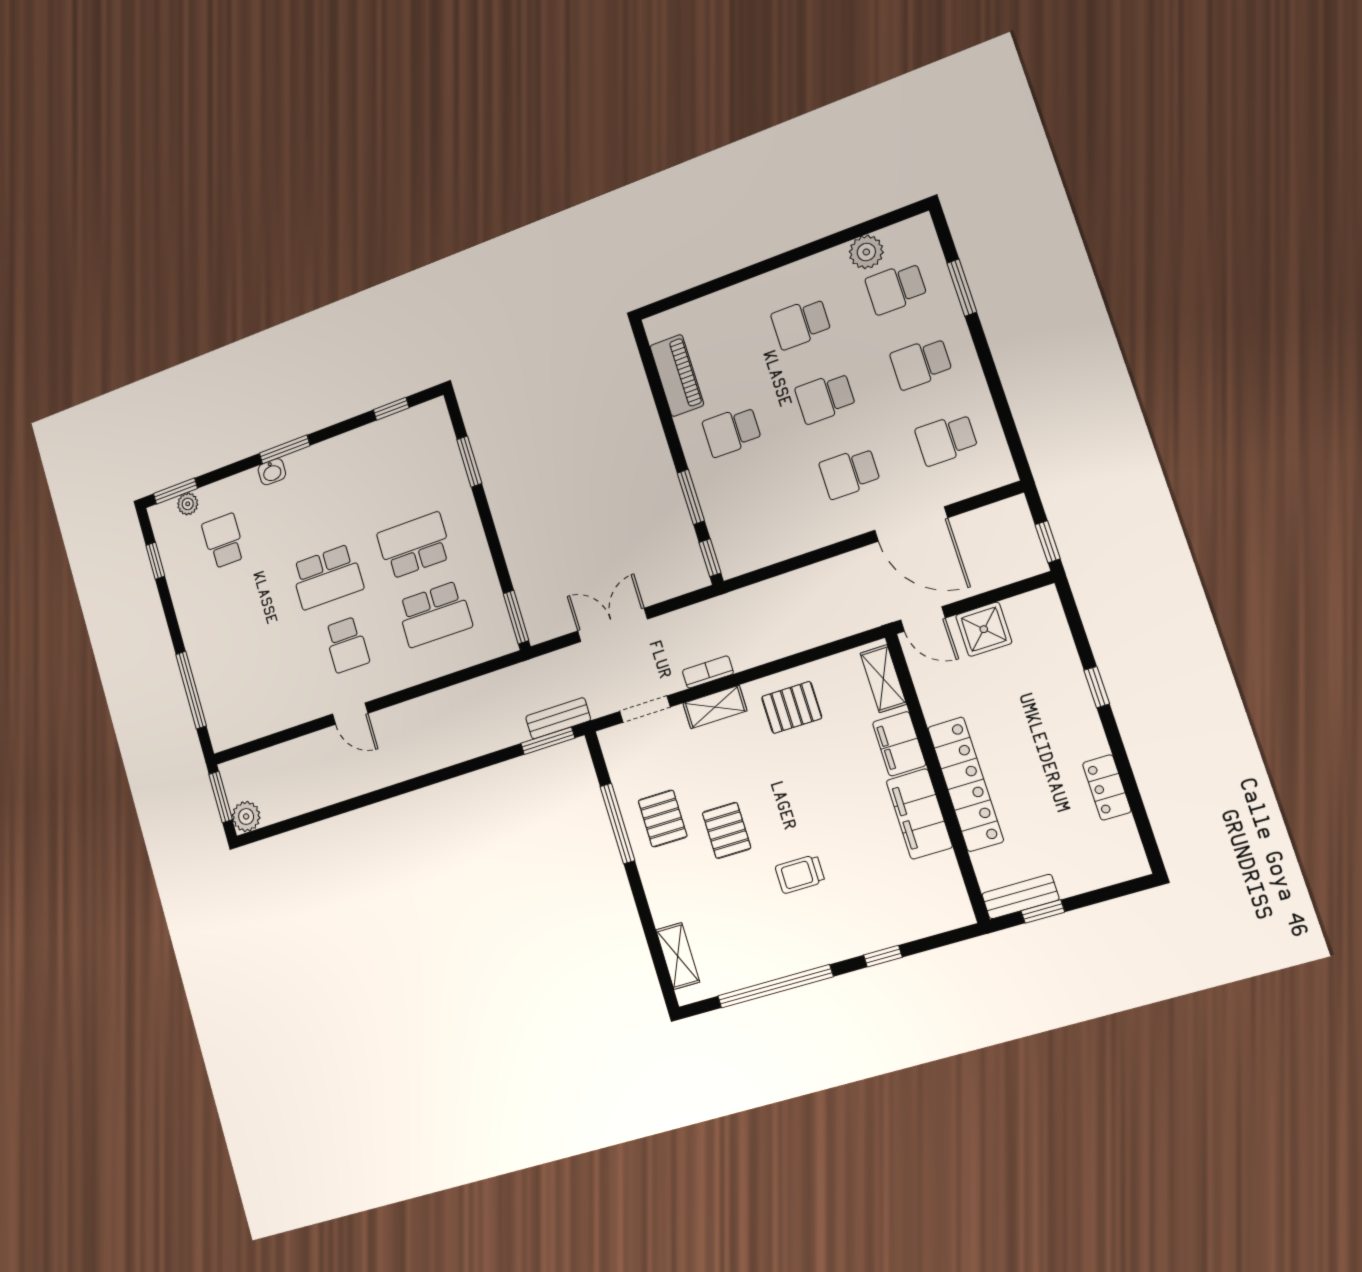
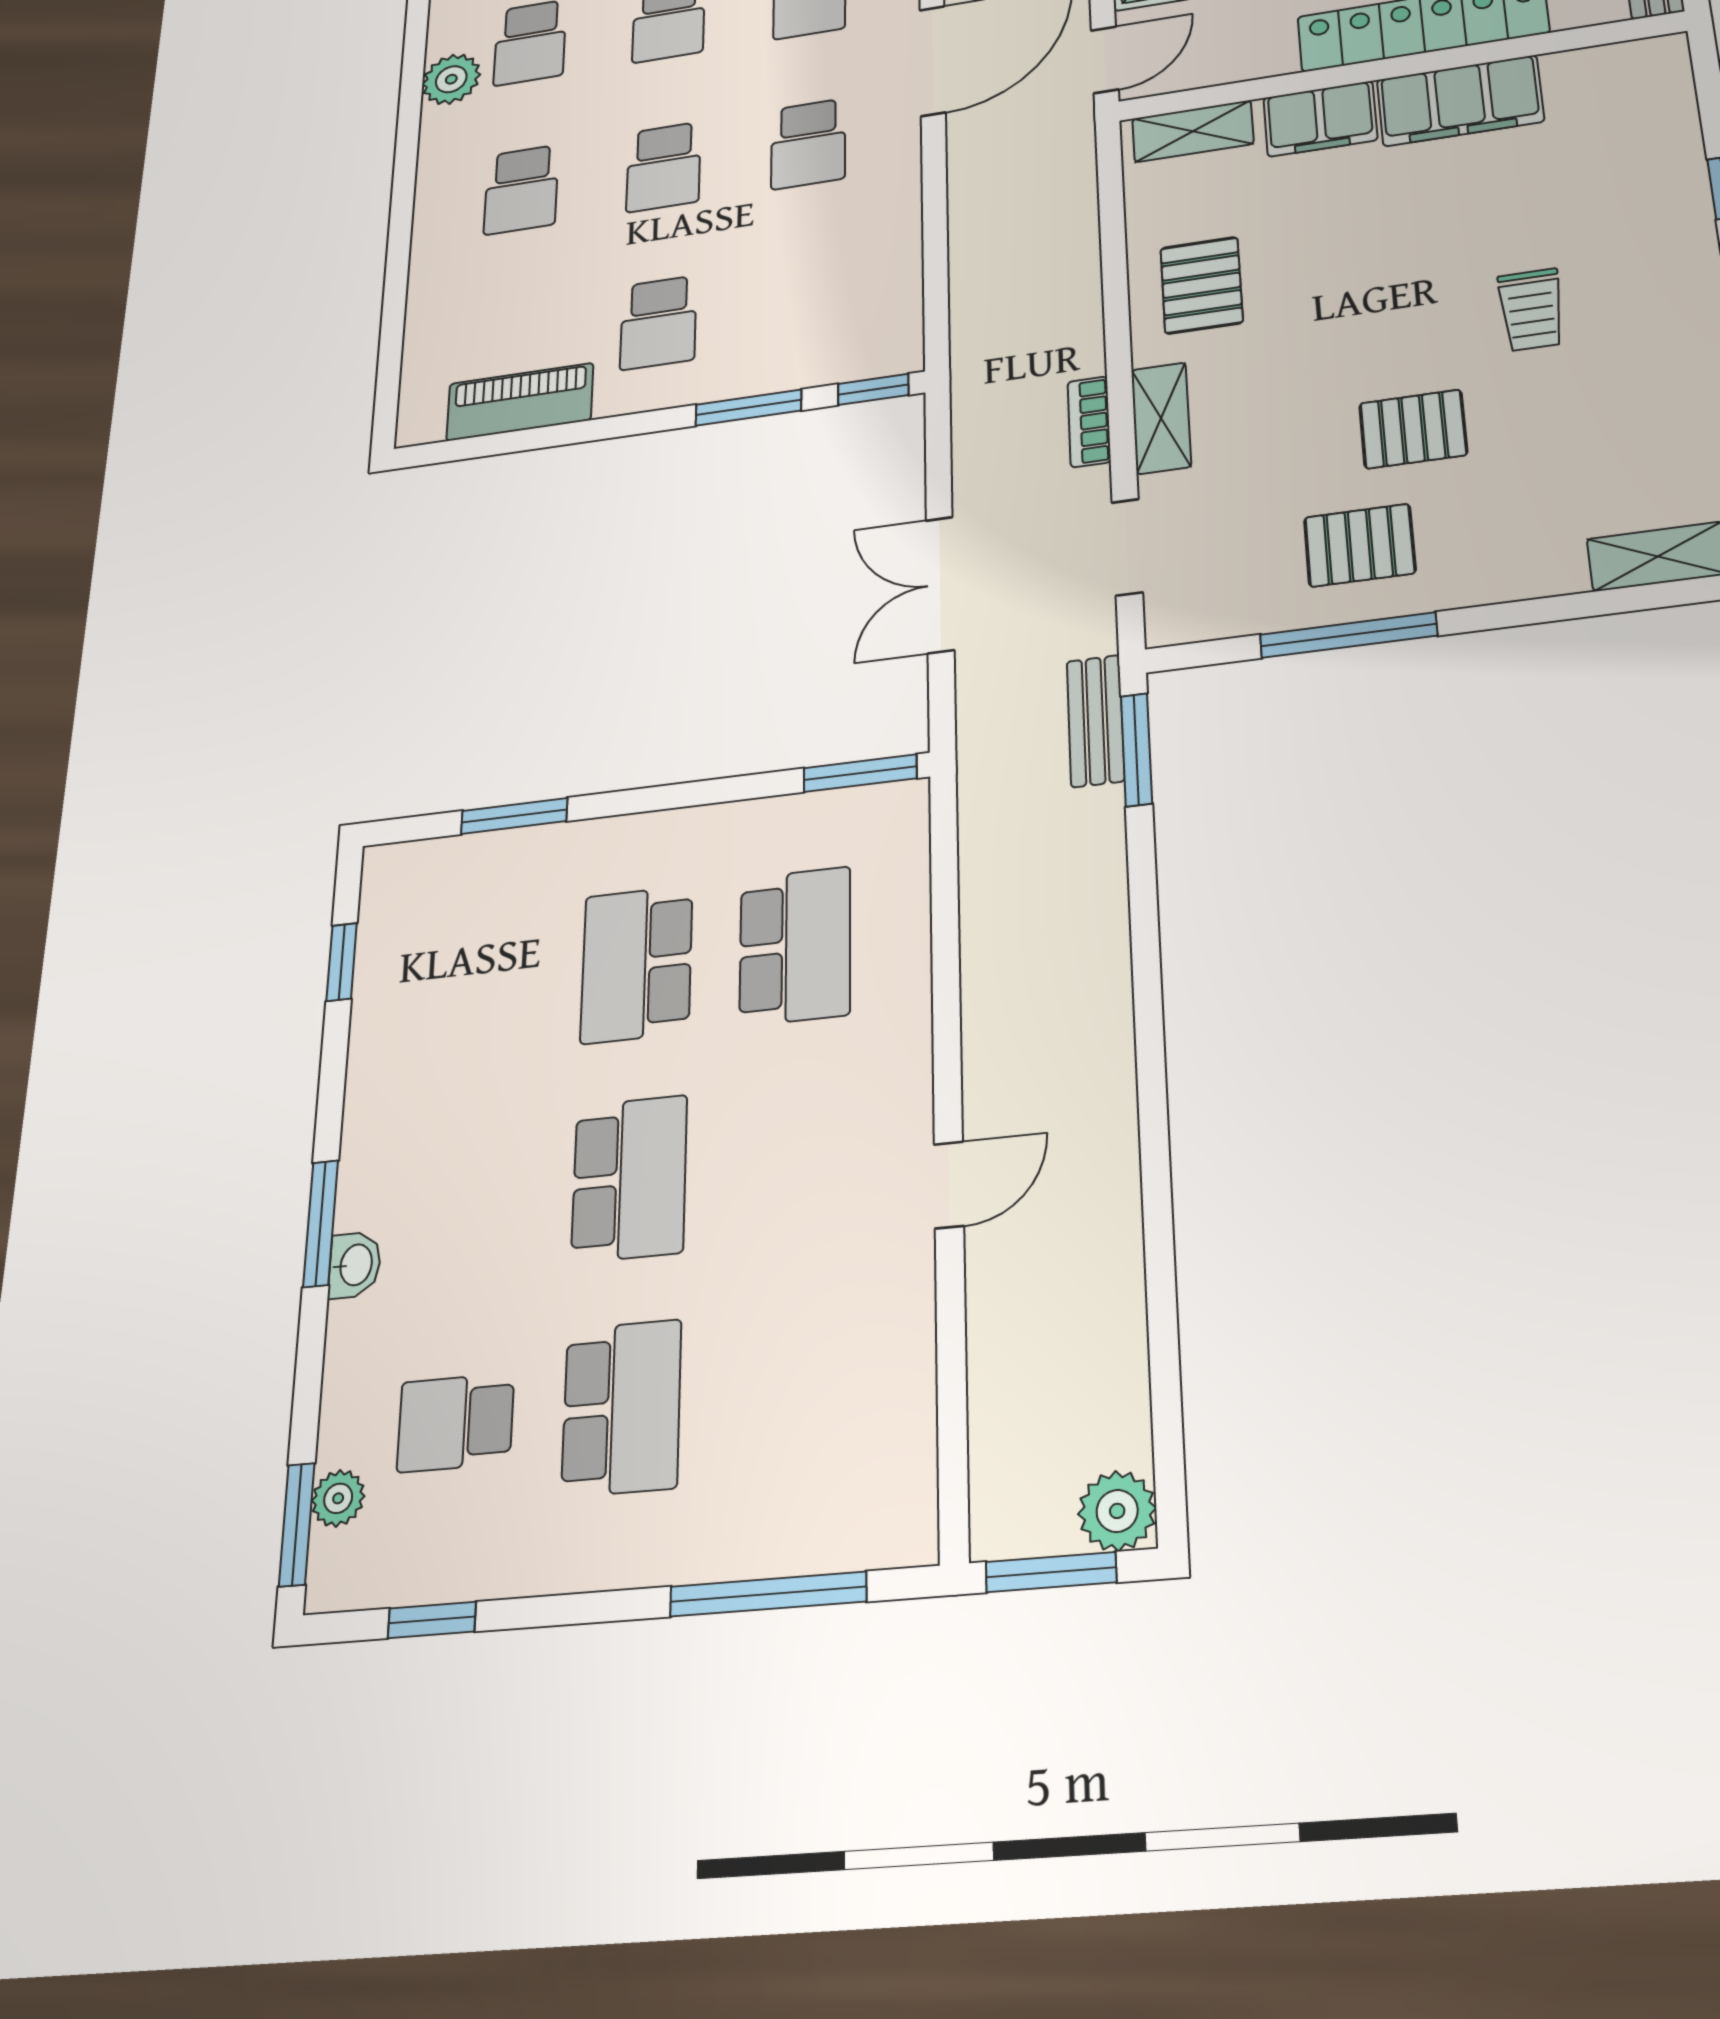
school desk: (347, 645) -> (622, 1408), moved, width x1.85

